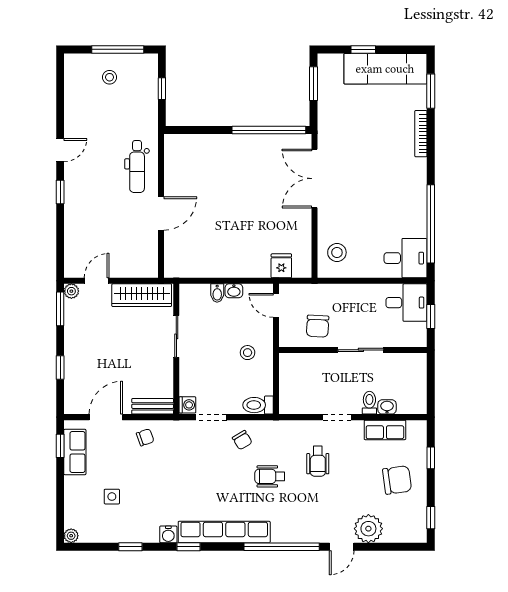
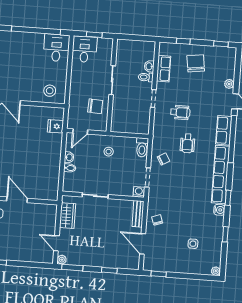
wardrobe: (142, 295) -> (68, 216), width x0.67
row of seats: (75, 452) -> (224, 130), moved, turned -90
plant: (368, 529) -> (229, 84), width x0.53, depth x0.53

